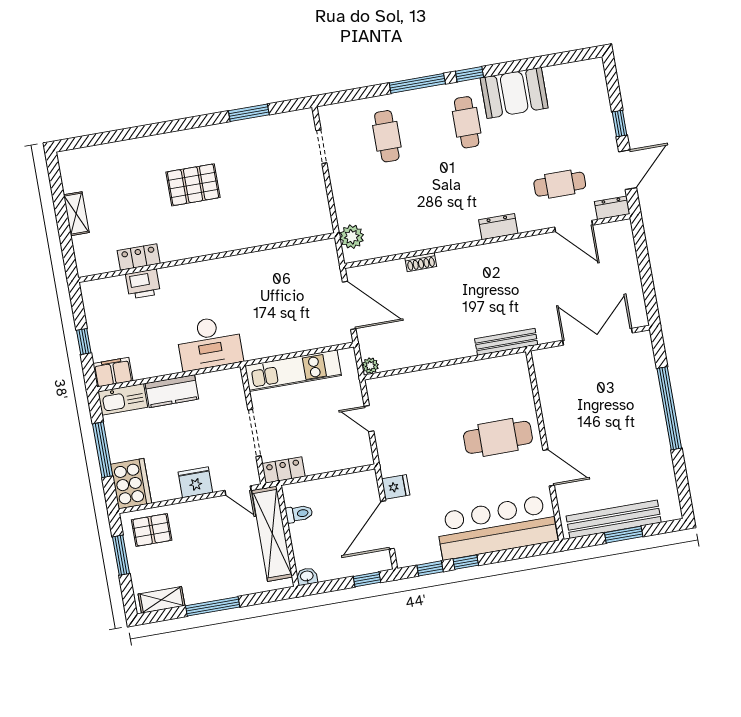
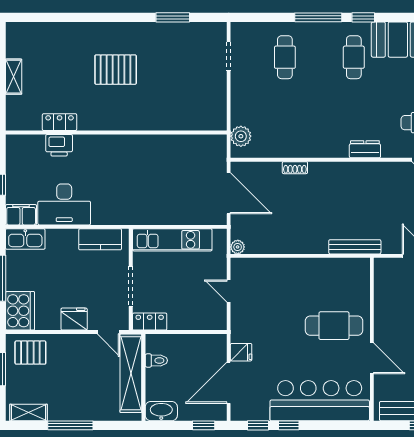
desk: (209, 343) -> (64, 204), moved
kitchen counter: (172, 391) -> (100, 239), moved
washbasin: (307, 576) -> (161, 411), width x1.91, depth x1.45

